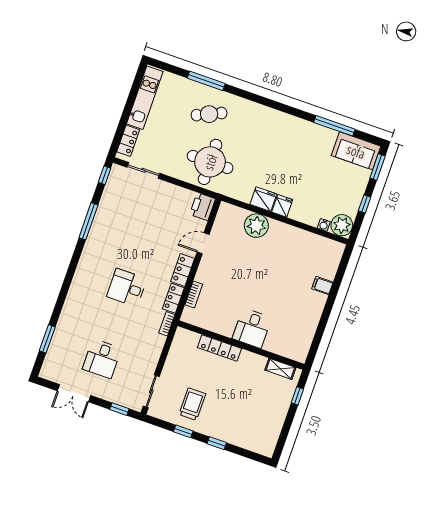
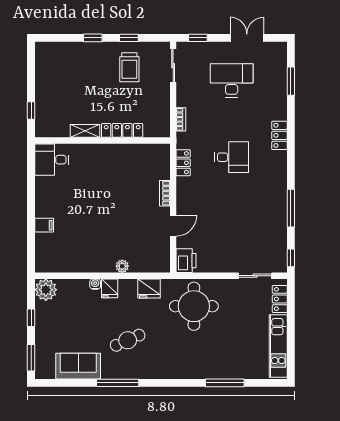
cafe table: (209, 114) -> (128, 340), moved
window: (334, 126) -> (118, 383), moved
sofa: (356, 151) -> (78, 366), moved
fridge: (263, 199) -> (149, 288), moved
water cooler: (324, 225) -> (95, 284), moved
plant: (256, 226) -> (122, 266), width x0.53, depth x0.53
locker: (183, 270) -> (279, 135), moved, turned 180
bookcase: (194, 294) -> (165, 193), moved
bookcase: (167, 324) -> (181, 119), moved
desk: (252, 328) -> (52, 160), moved, turned -90
desk: (102, 359) -> (232, 80), width x1.37
shelving: (280, 369) -> (85, 131), moved

